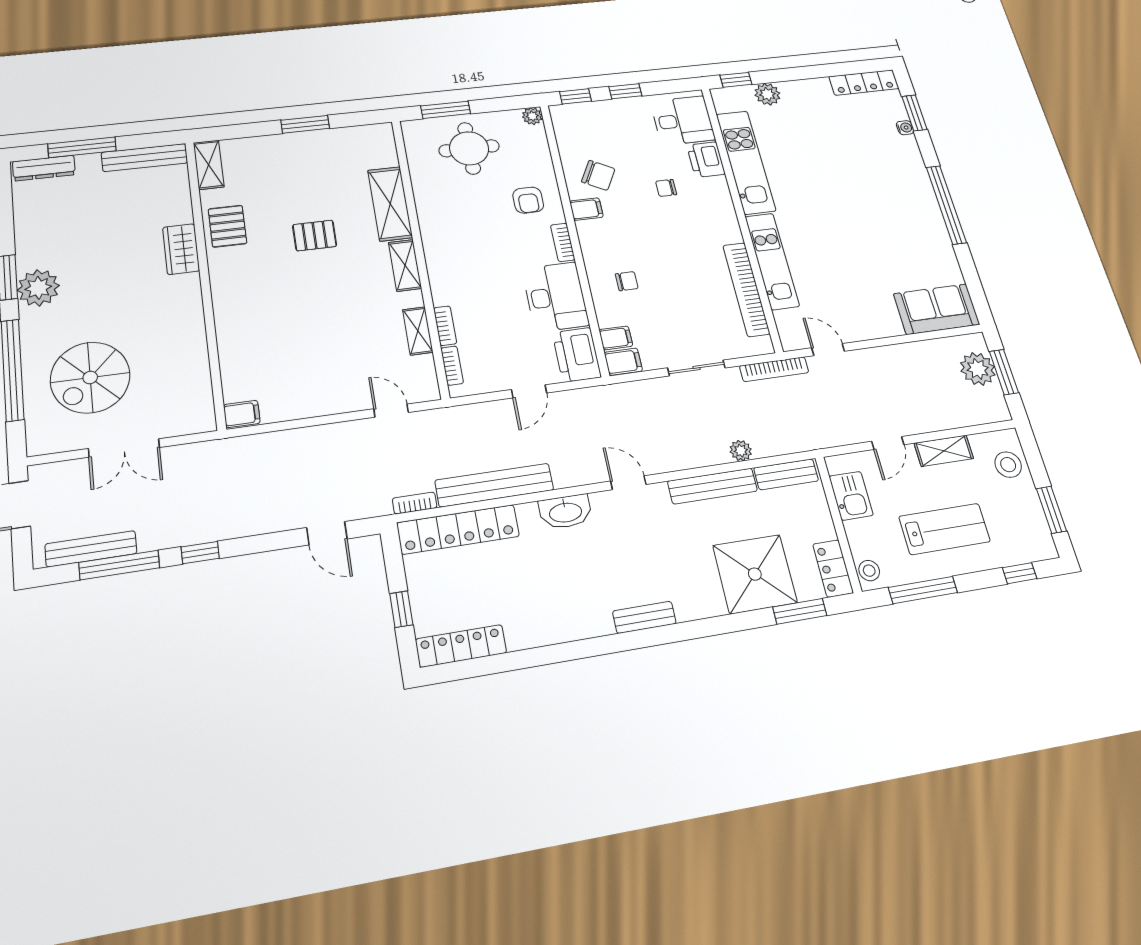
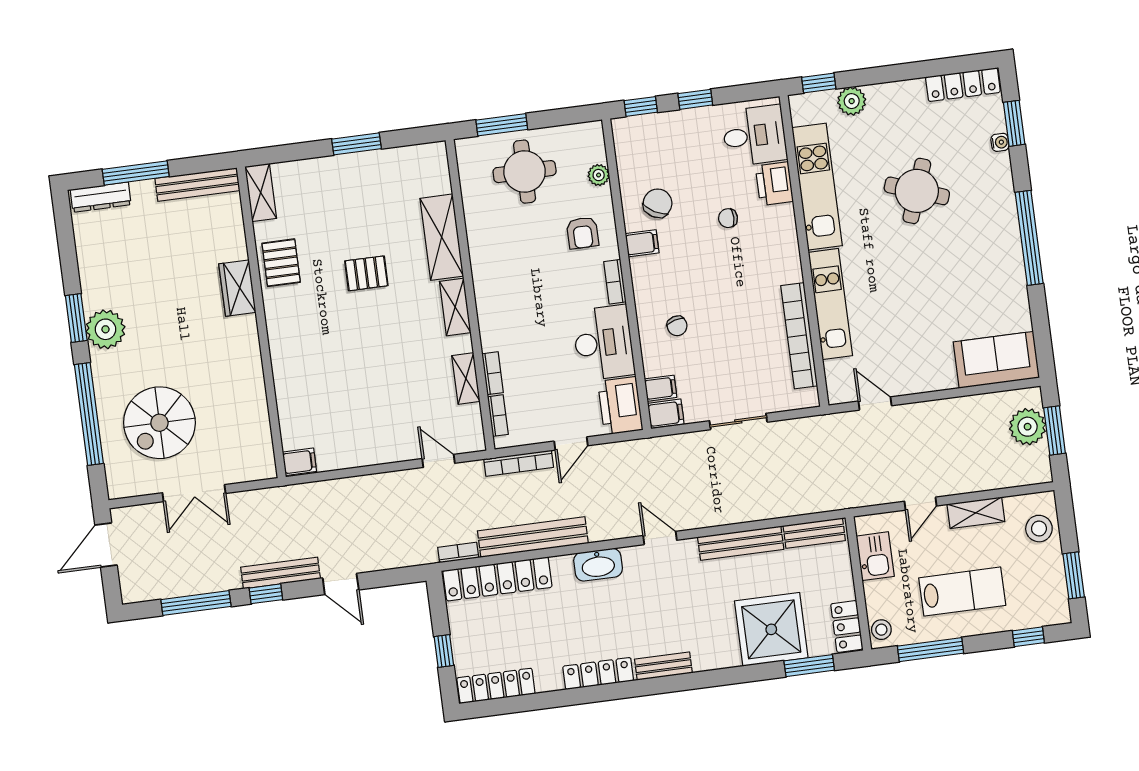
plant: (532, 116) -> (599, 175), moved
round table: (838, 166) -> (917, 191), added
chair: (598, 175) -> (658, 203), turned -89
chair: (627, 281) -> (677, 326), turned 74
bookcase: (774, 369) -> (519, 463), moved
plant: (741, 451) -> (773, 508), removed
door: (327, 533) -> (341, 584), moved
bench: (91, 549) -> (281, 573), moved
locker: (574, 628) -> (598, 673), added

